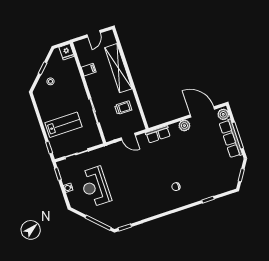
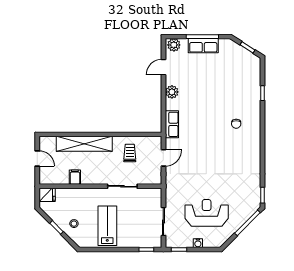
door: (202, 112) -> (163, 67), width x0.53
lab bench: (64, 125) -> (107, 226), moved
row of seats: (231, 139) -> (203, 46), width x0.68
reception desk: (95, 187) -> (207, 213), turned 180

